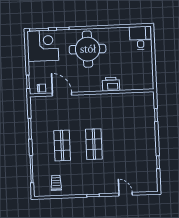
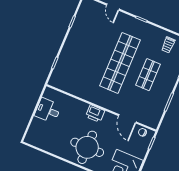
desk: (140, 38) -> (48, 110), moved, turned 90
printer: (111, 84) -> (95, 114), moved
shop shelf: (94, 144) -> (120, 63), width x2.00, depth x1.36

